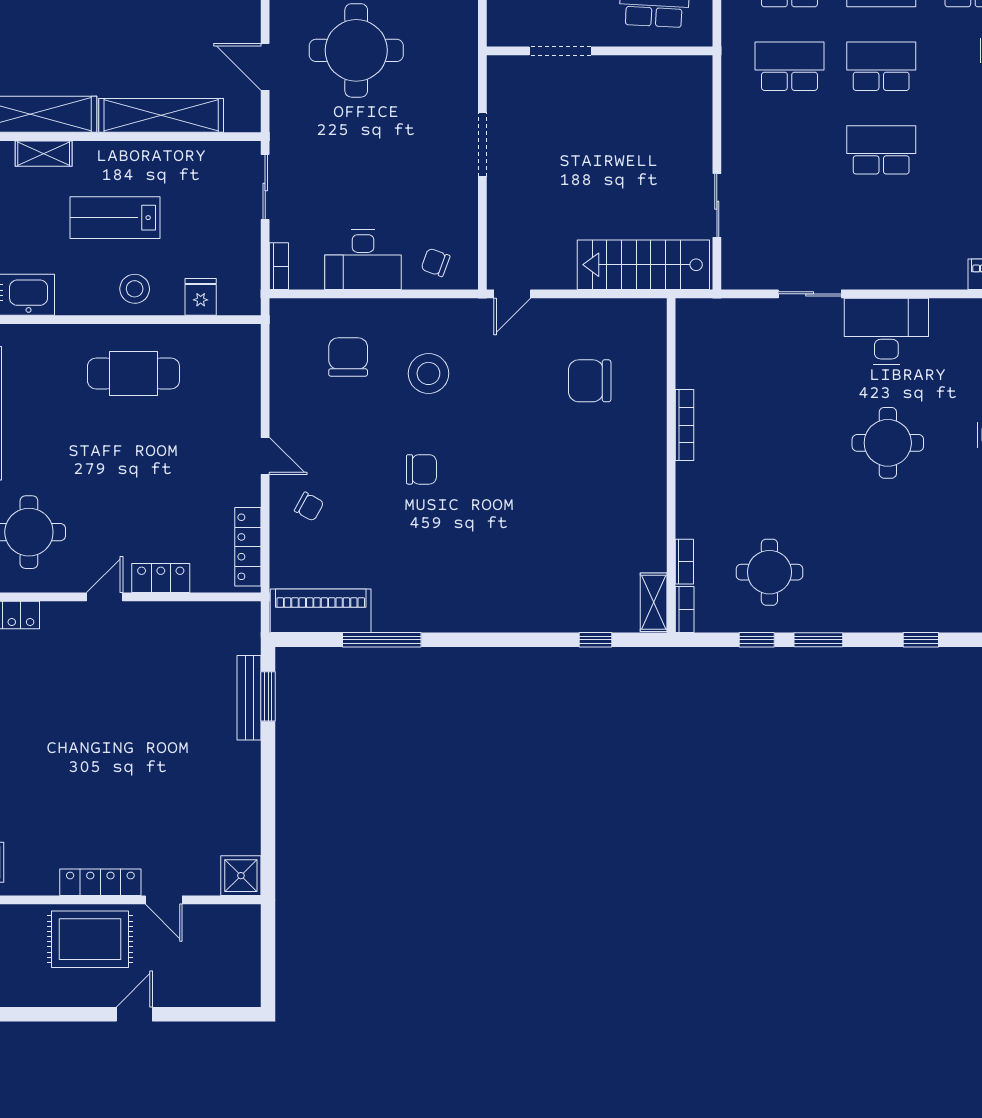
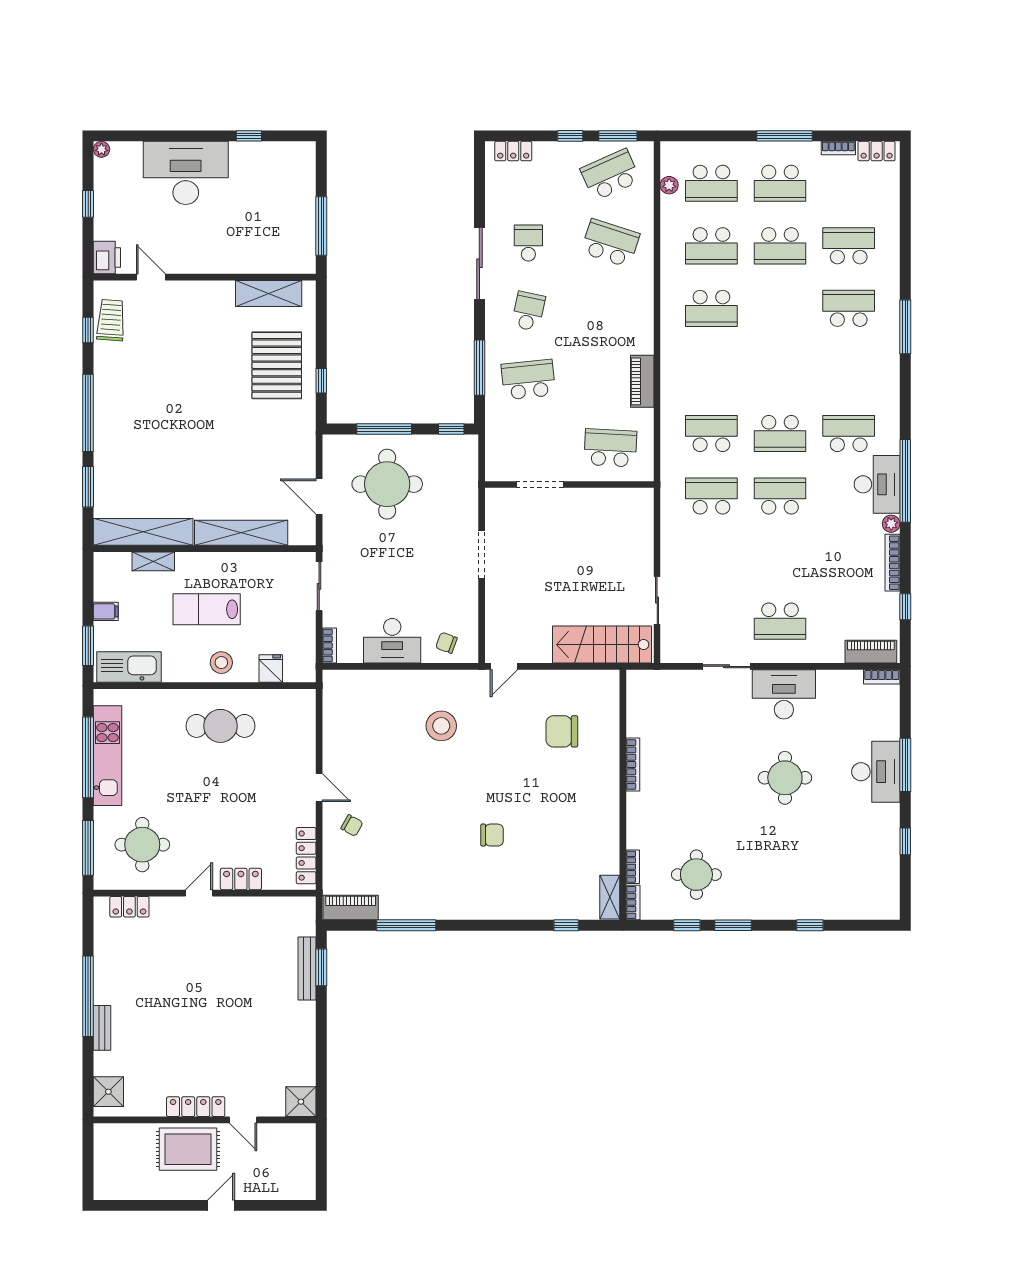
school desk: (881, 150) -> (780, 621), moved, turned 180
chair: (348, 357) -> (381, 714), removed
chair: (421, 469) -> (492, 835), moved
piano: (321, 611) -> (351, 908), width x0.73, depth x0.75

